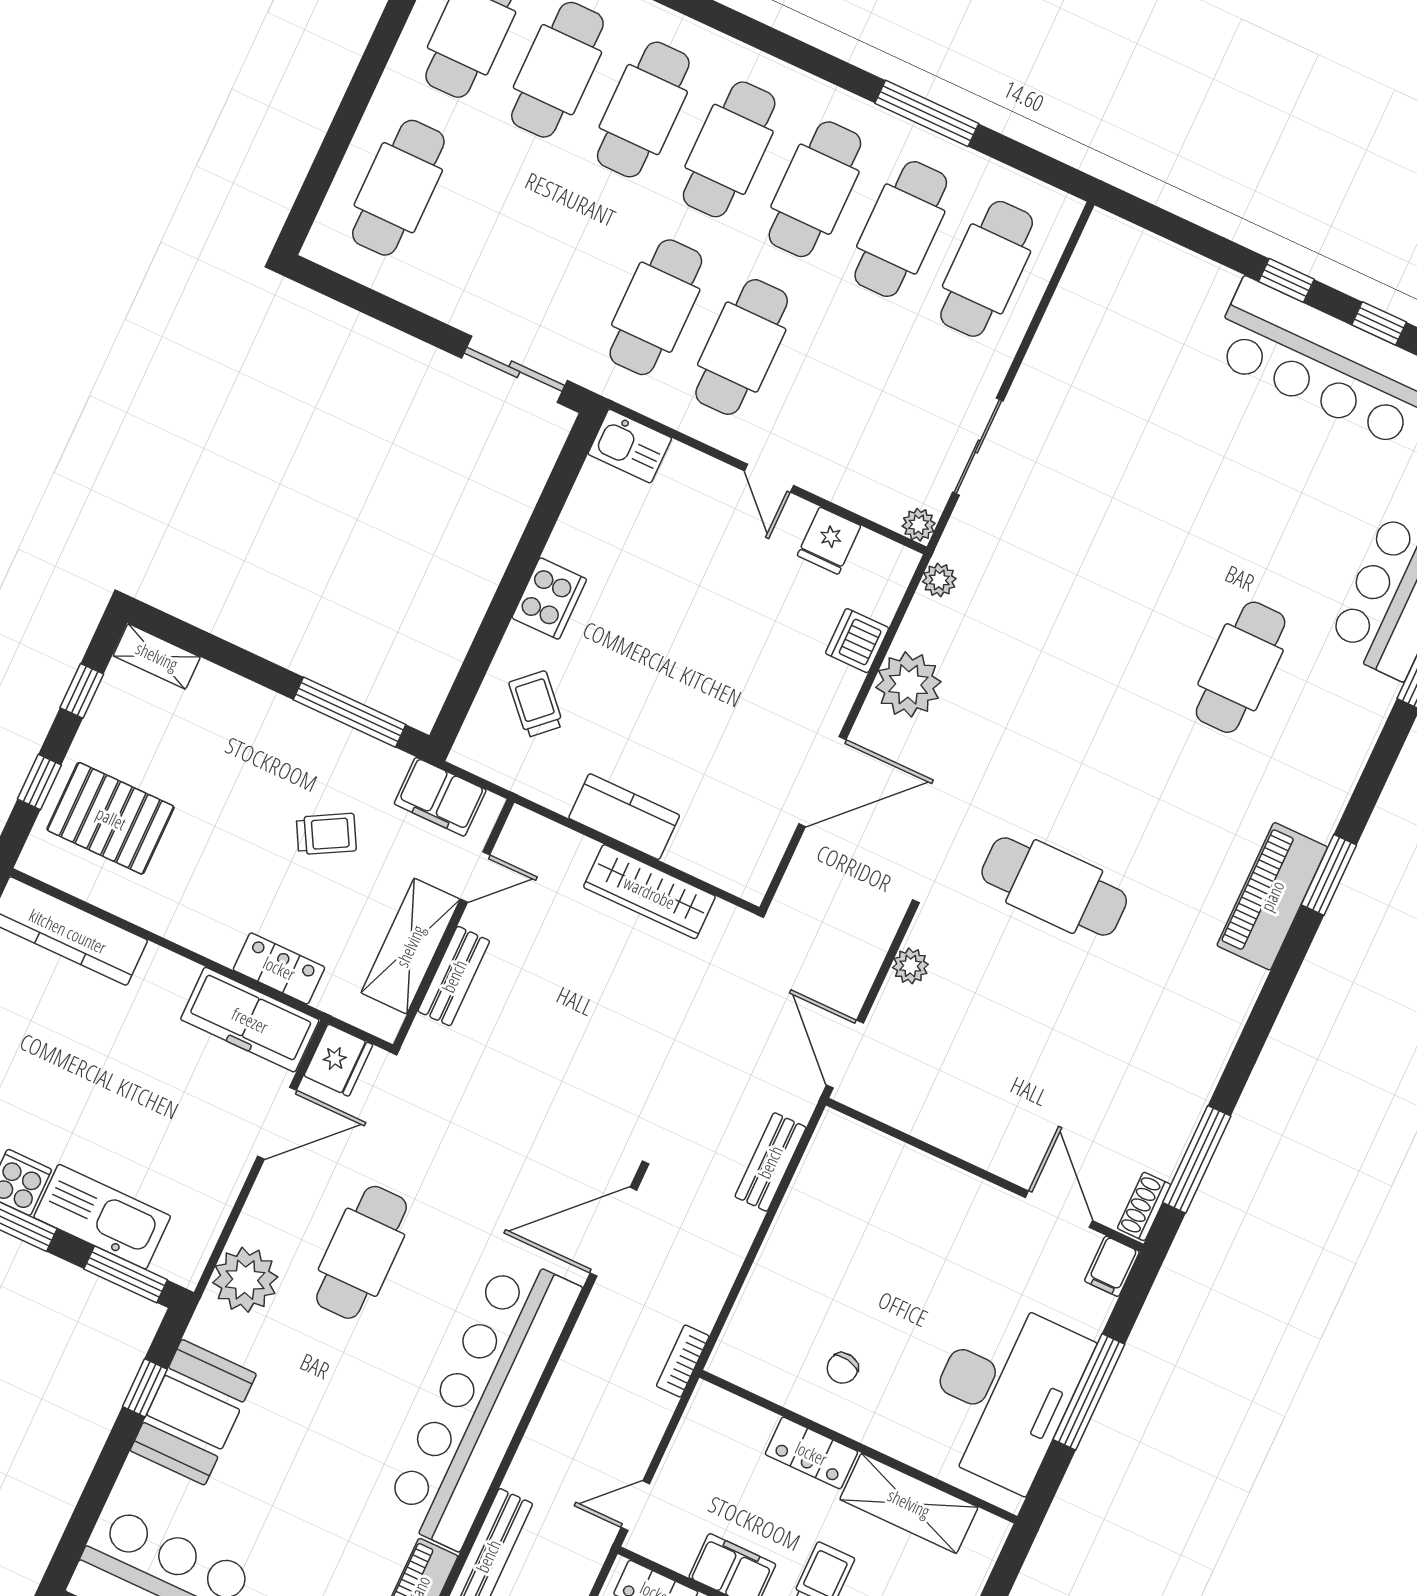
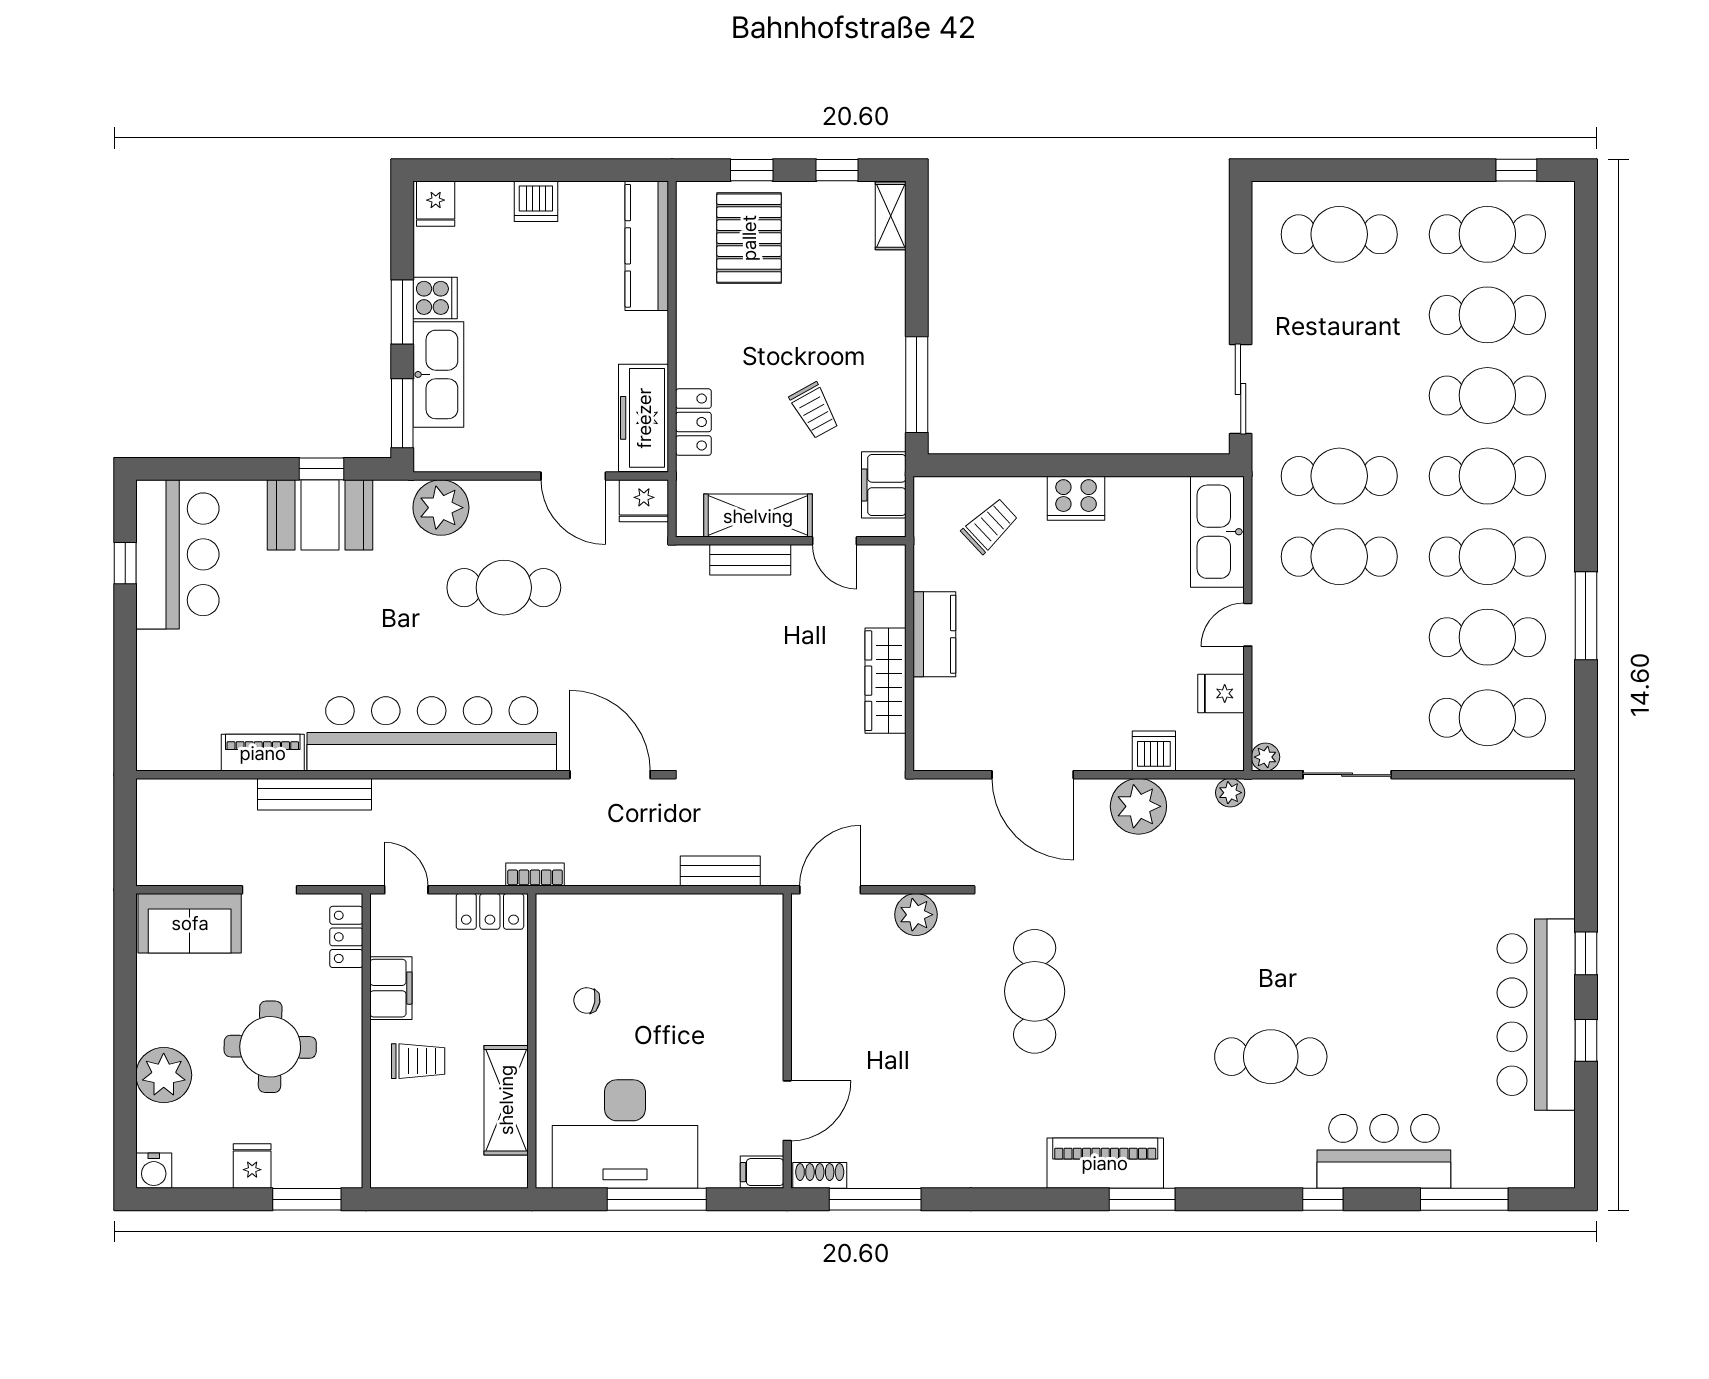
kitchen sink: (630, 446) -> (1217, 532), width x1.88, depth x1.24
plant: (910, 966) -> (916, 915), width x1.38, depth x1.38
locker: (811, 1453) -> (490, 911), moved, turned -90

